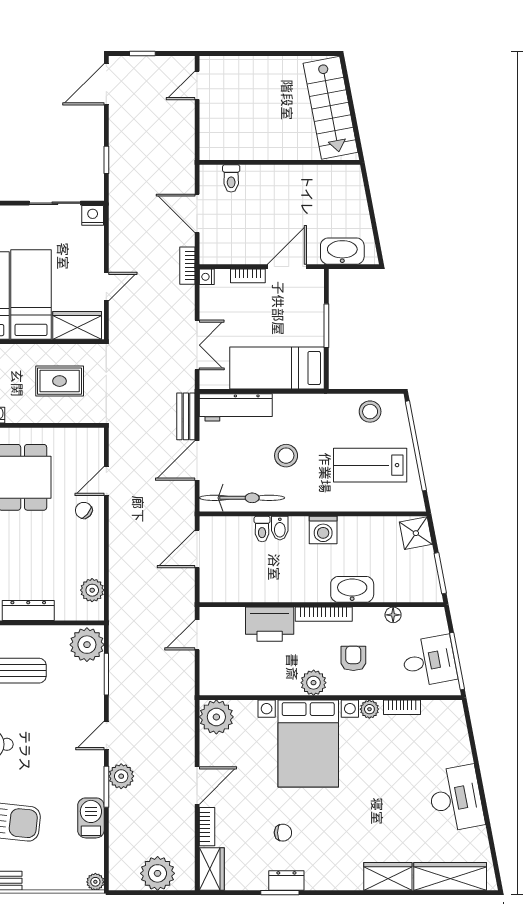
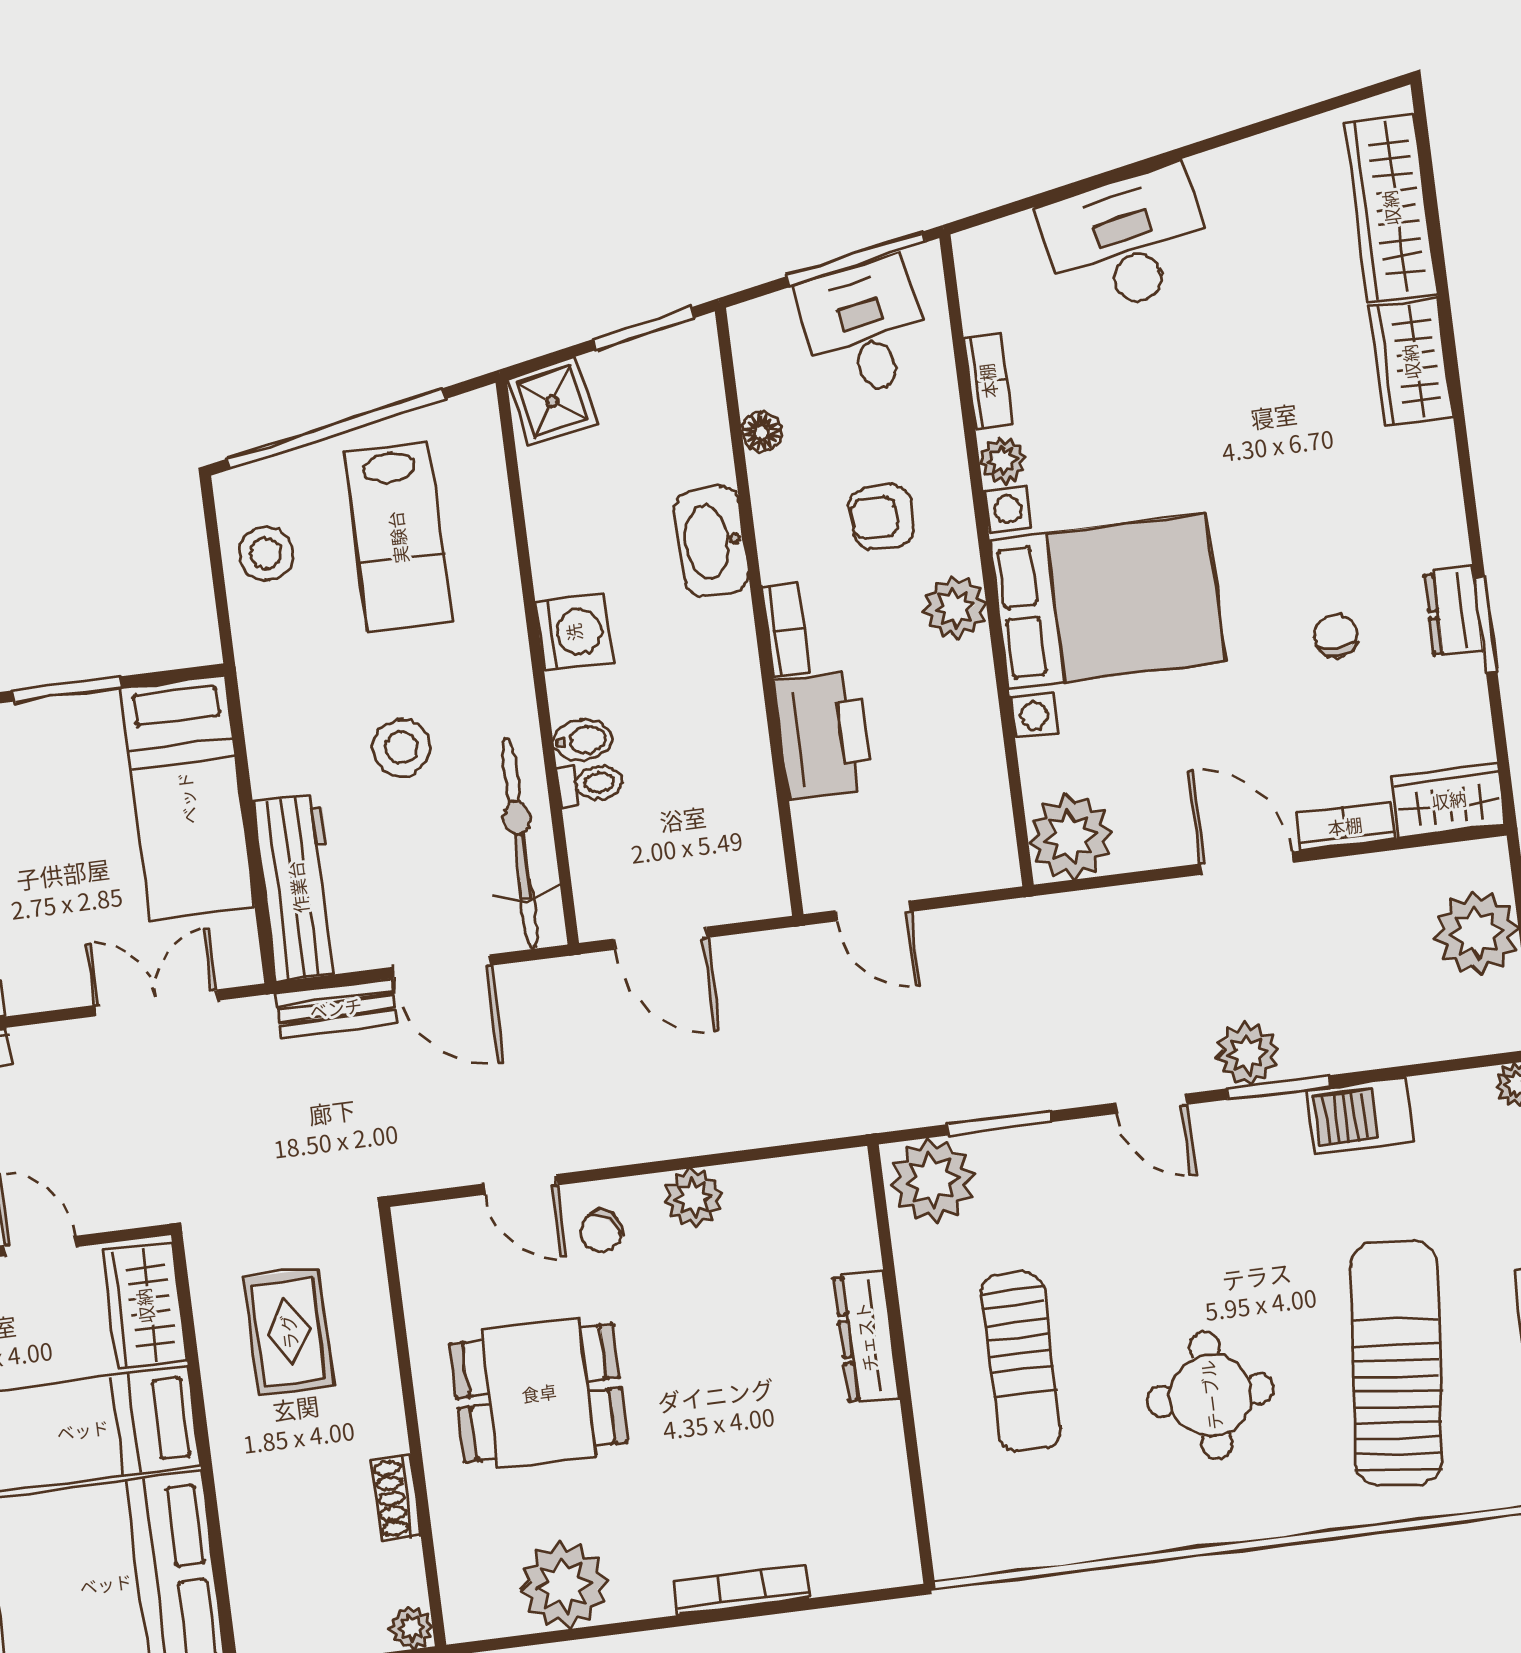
plant: (92, 590) -> (694, 1198), moved
bookcase: (324, 614) -> (785, 629), width x0.64
desk: (456, 798) -> (1126, 241), moved

